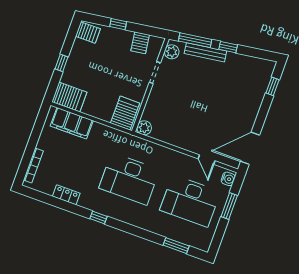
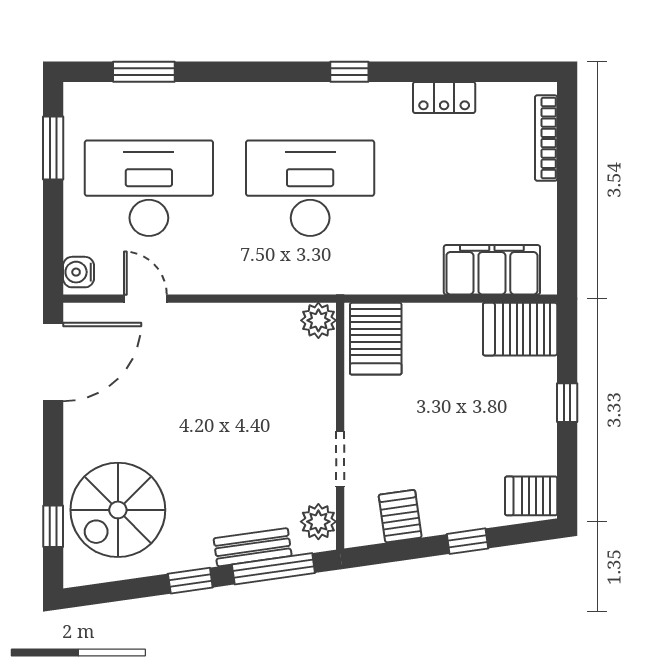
bench: (205, 52) -> (253, 547), width x0.73
spiral stairs: (246, 84) -> (118, 510), added
window: (229, 206) -> (53, 148), moved

